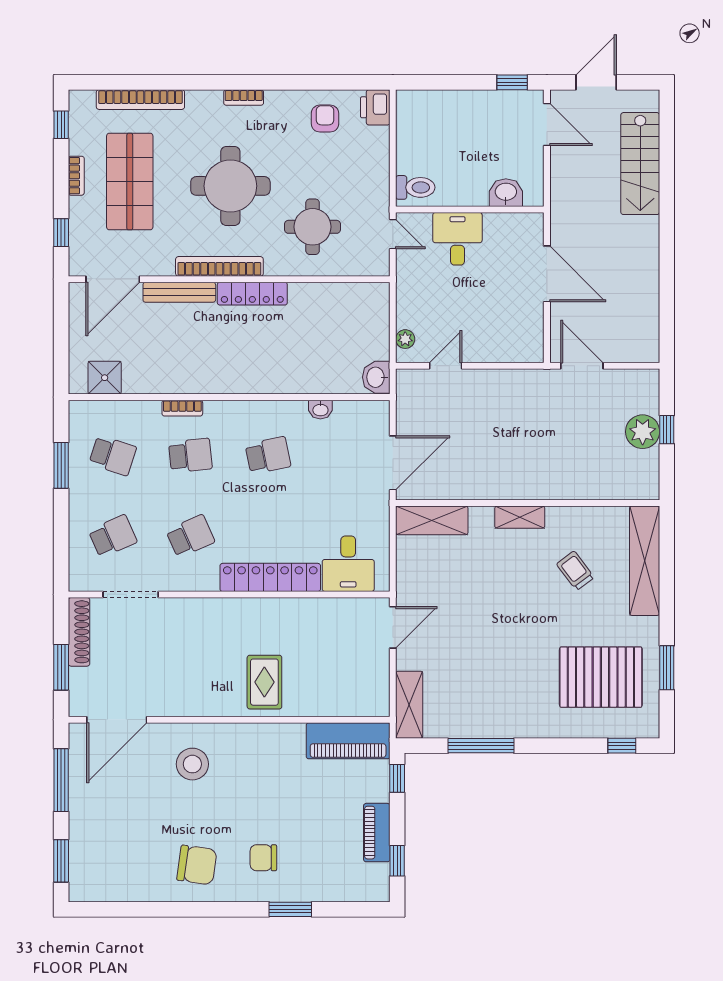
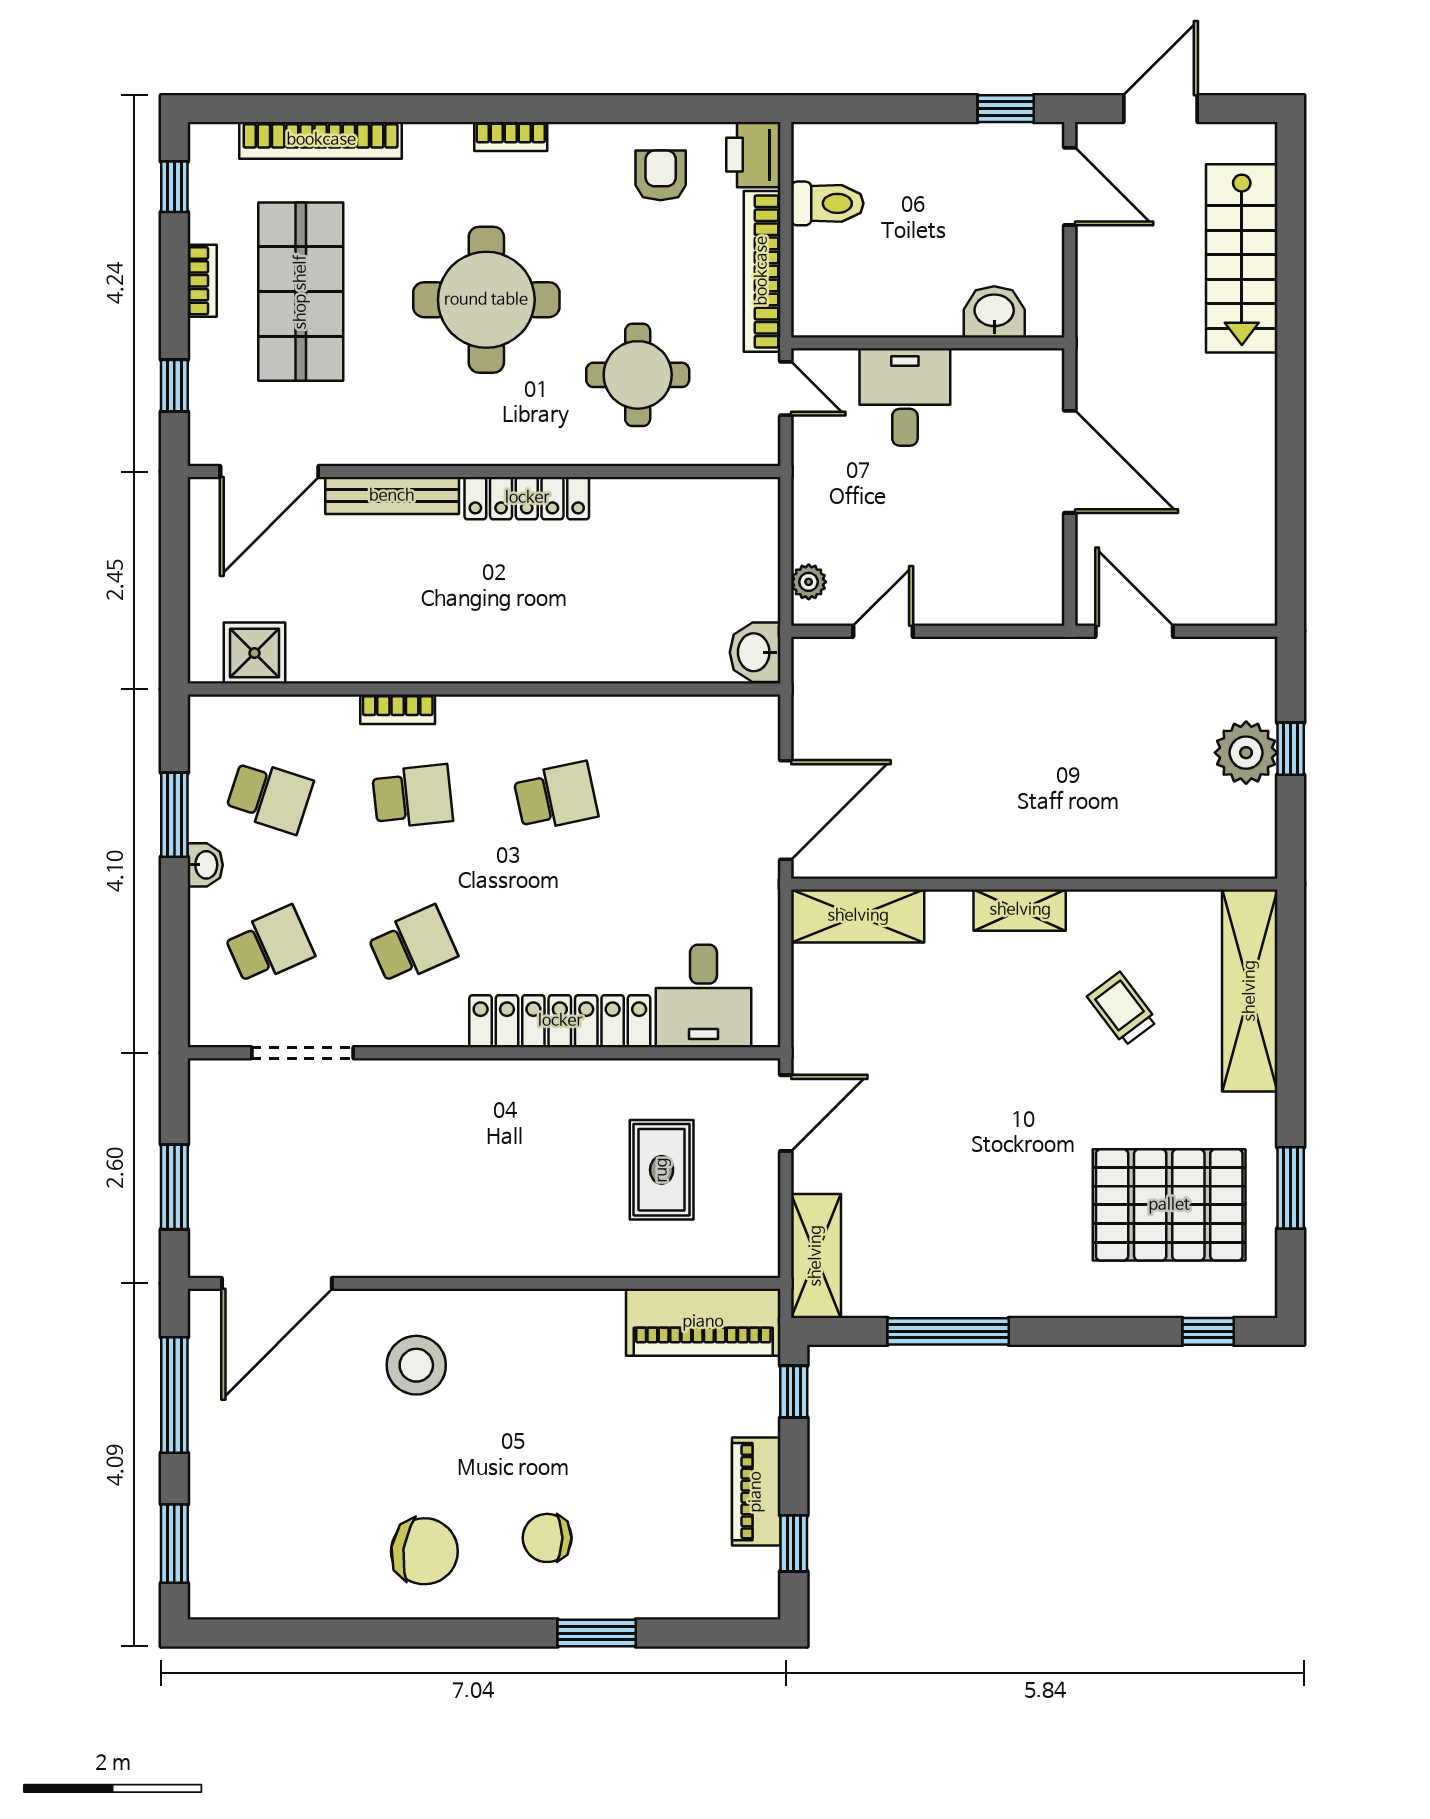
toilet: (415, 187) -> (827, 203), moved
bookcase: (219, 266) -> (762, 271), moved, turned -90
washbasin: (320, 410) -> (205, 865), moved, turned -90
shoe rack: (79, 632) -> (207, 1122), removed
rug: (264, 682) -> (662, 1170), moved

